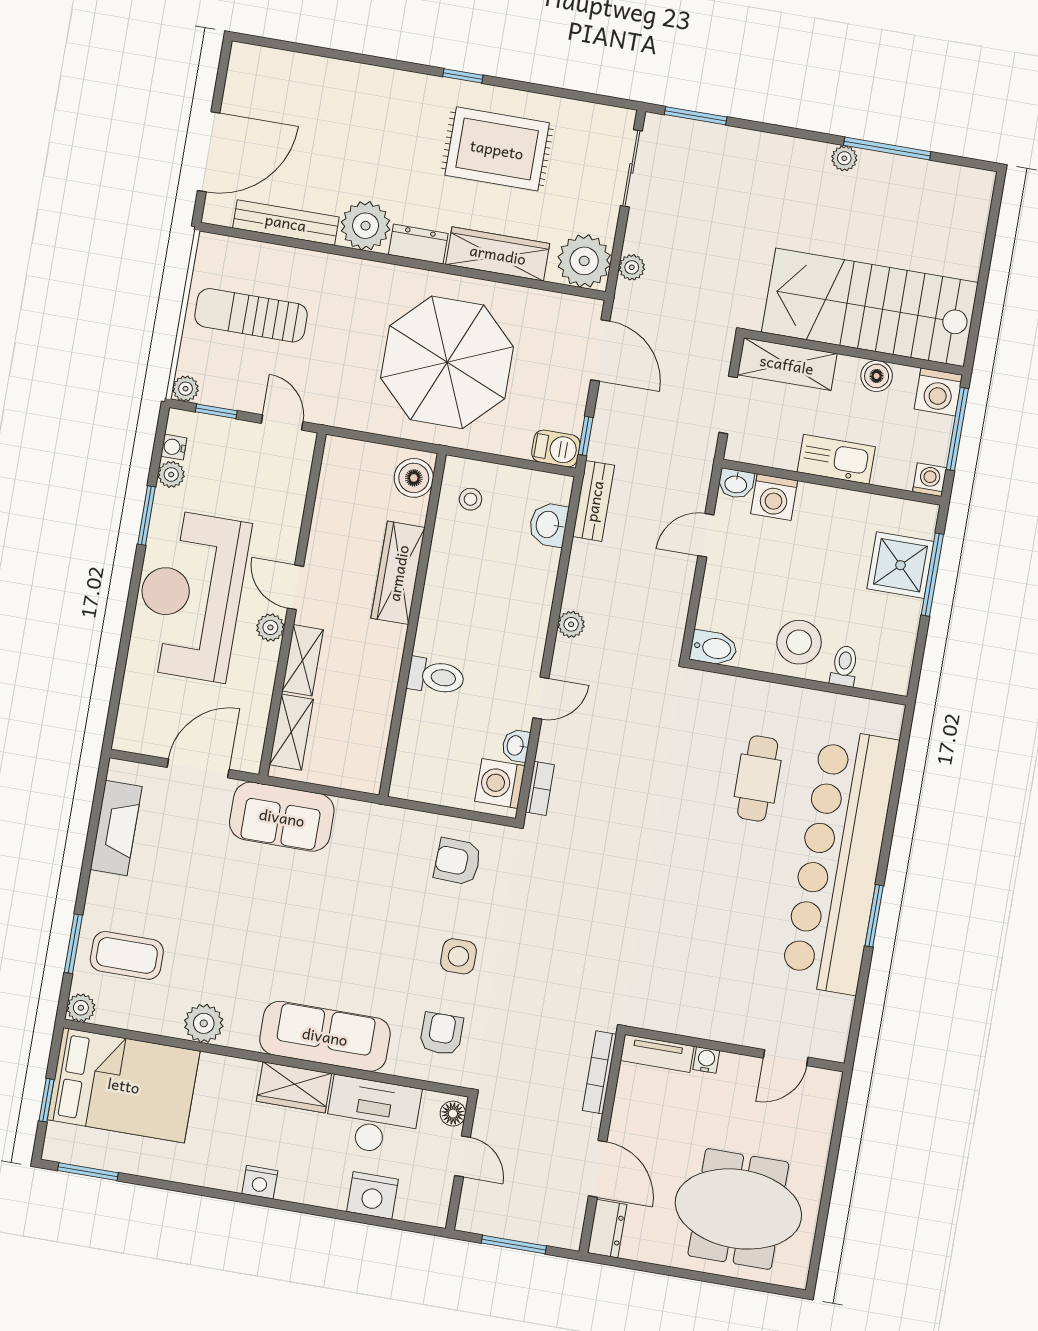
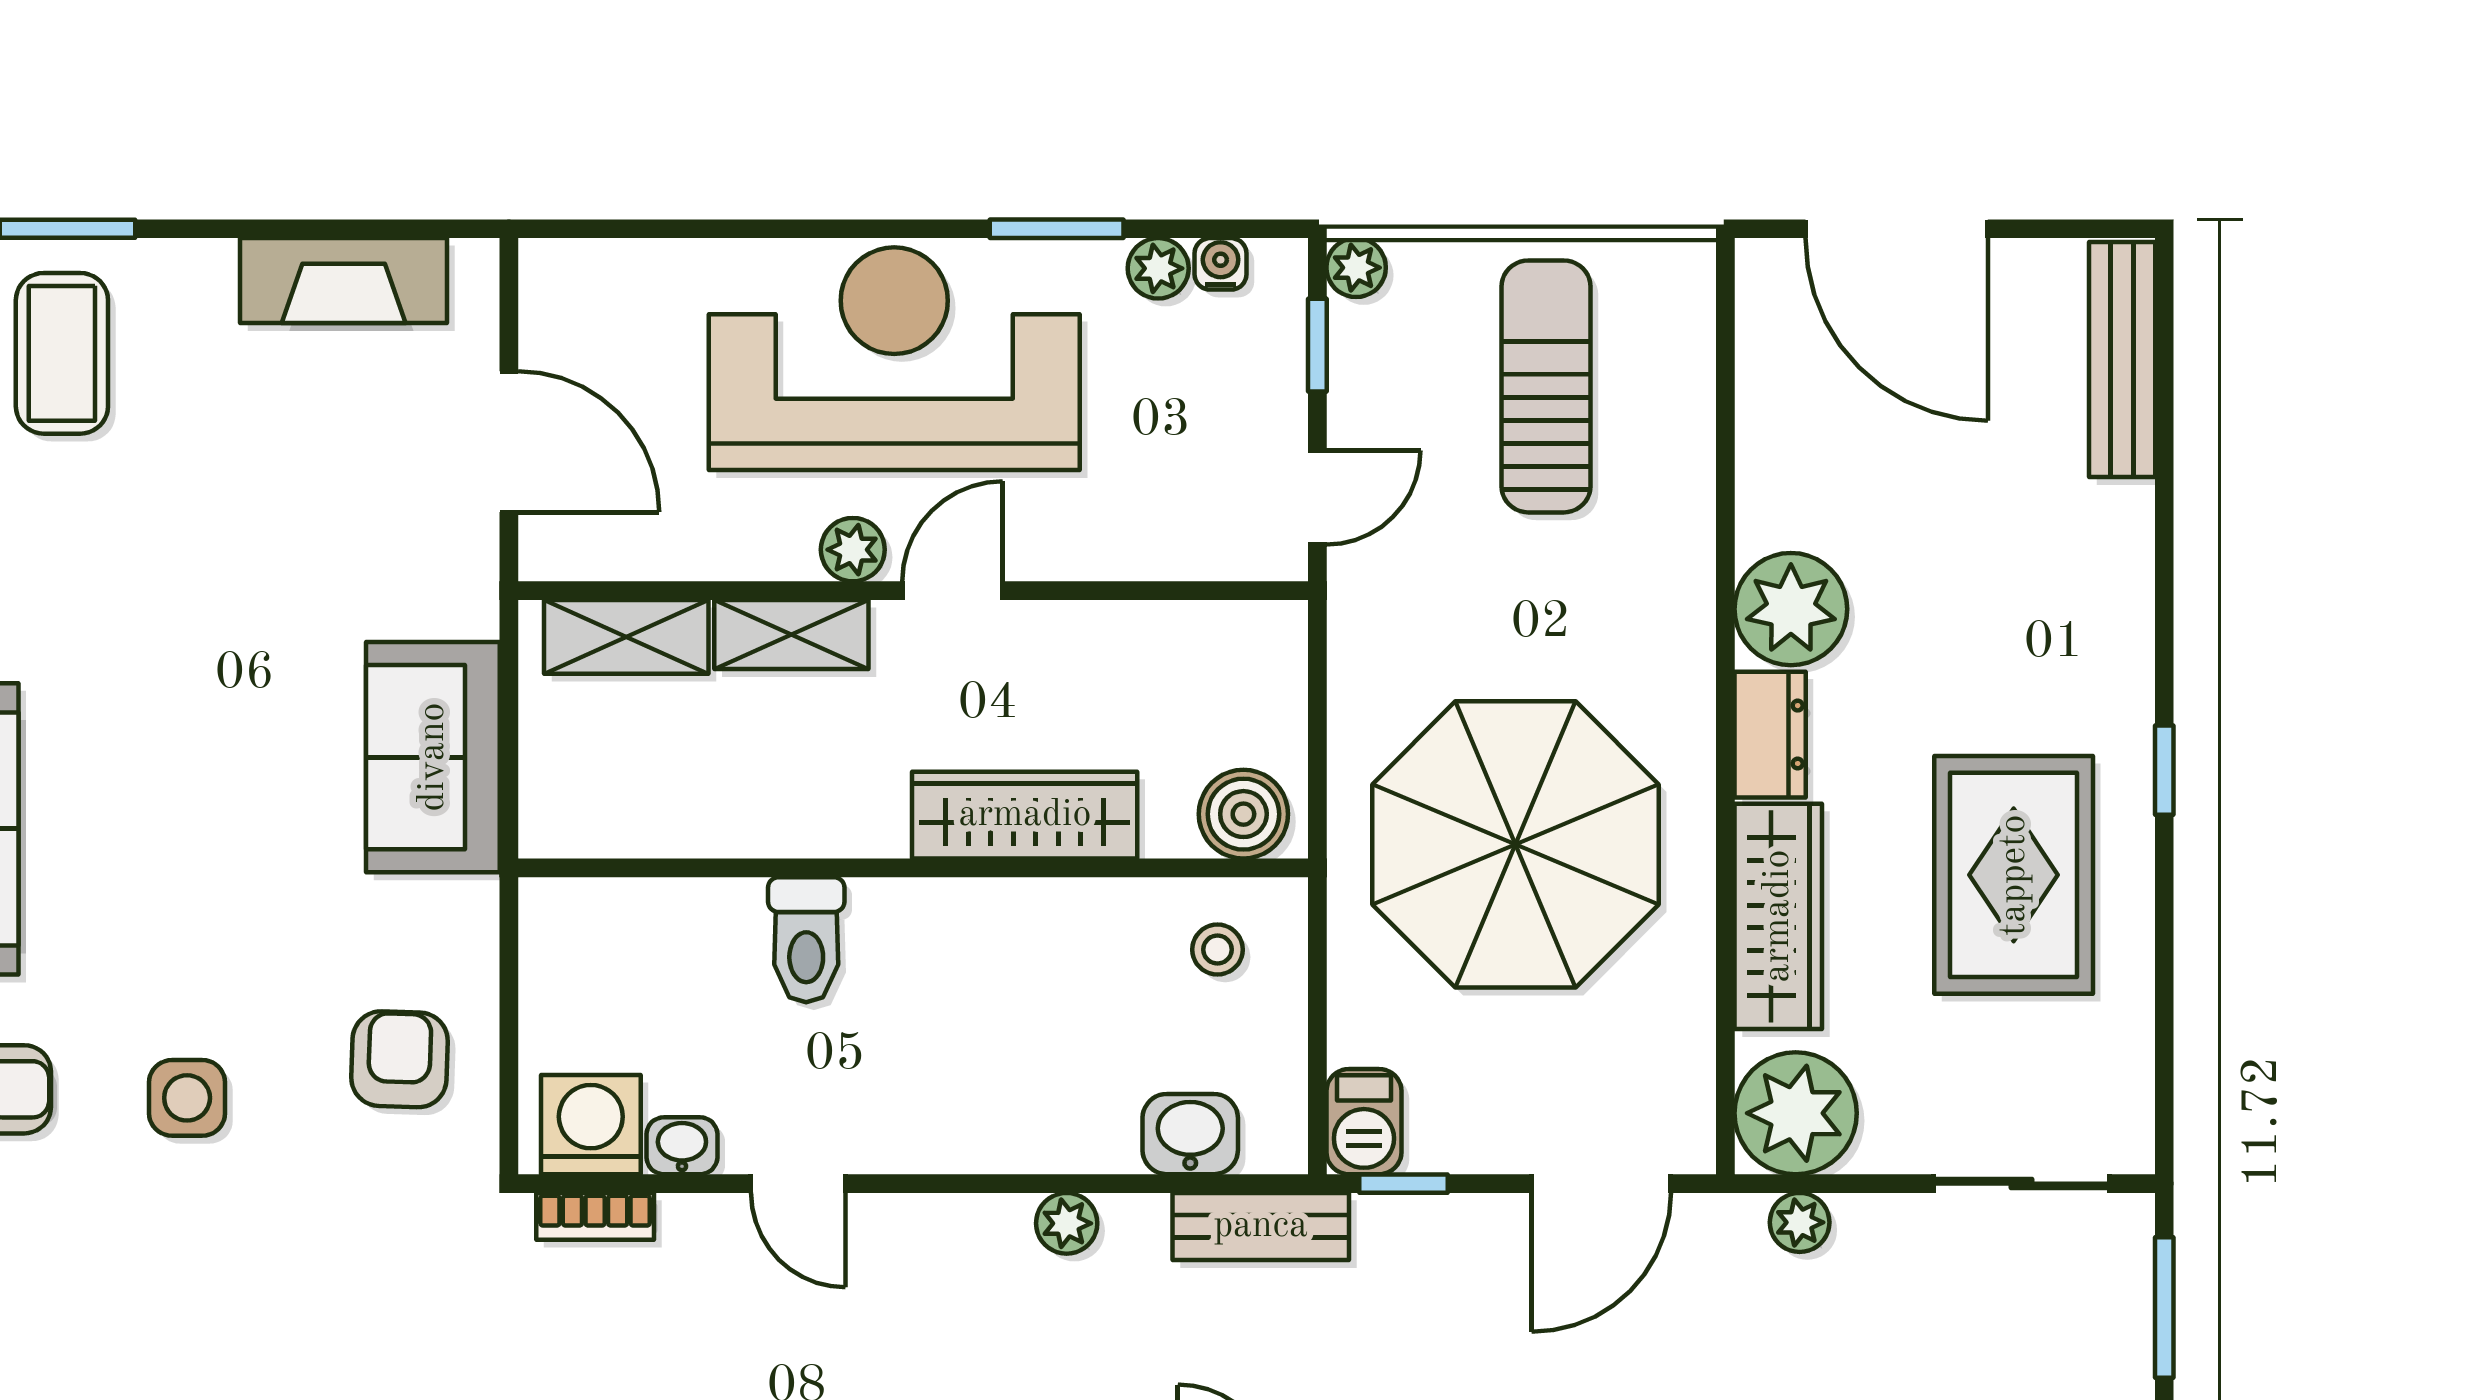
bench: (286, 222) -> (2122, 360), moved
plant: (571, 624) -> (1067, 1223), moved
sofa: (282, 817) -> (433, 757), moved

